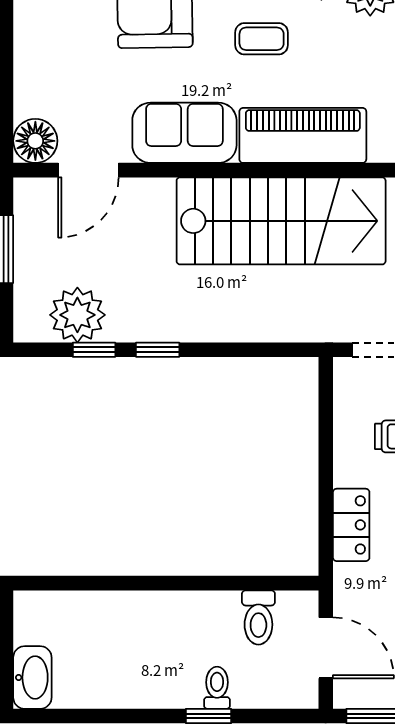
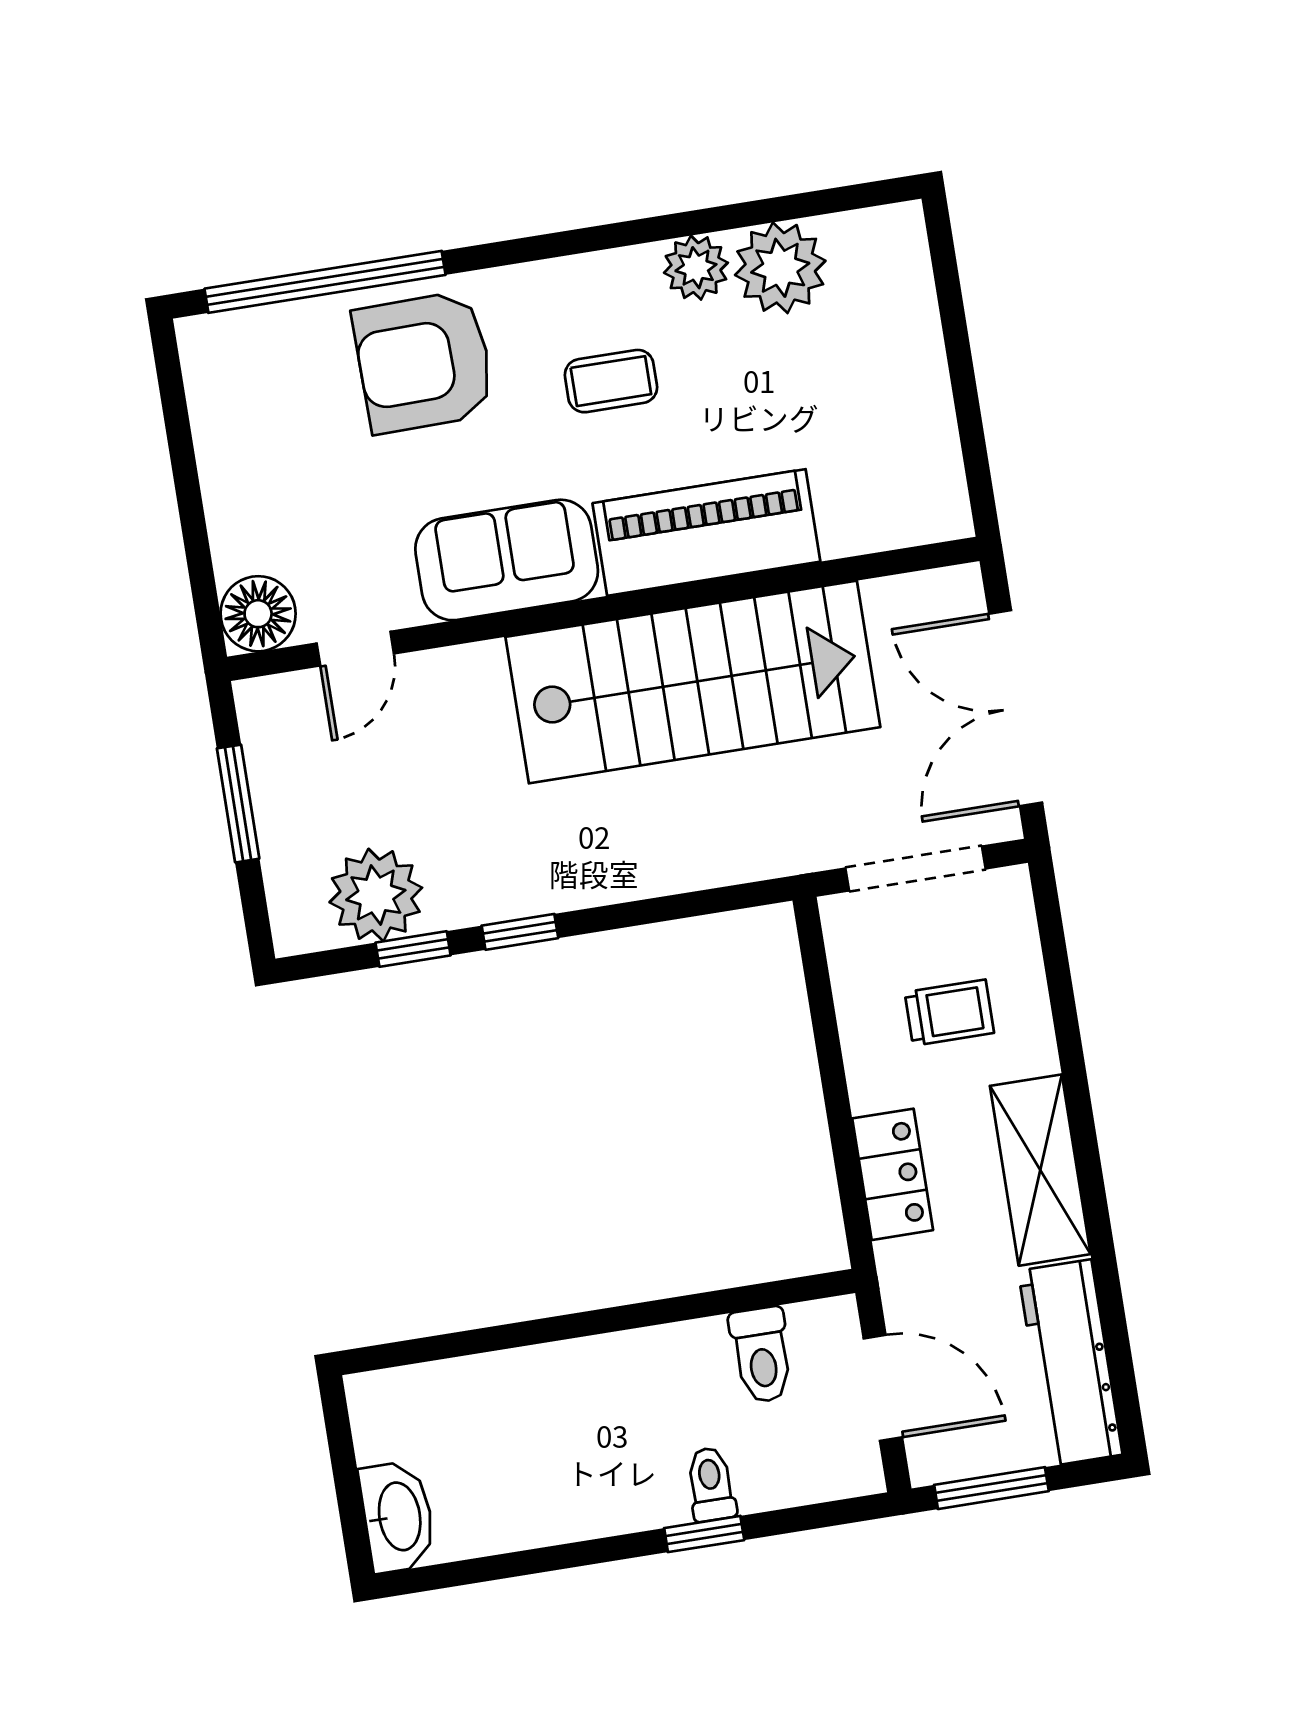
door: (88, 170) -> (355, 649), width x0.73

